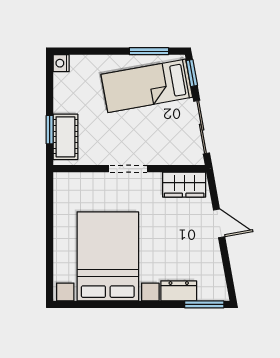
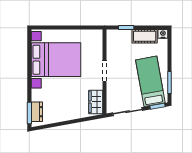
cot: (65, 137) -> (145, 36), moved
door: (219, 223) -> (74, 121), removed
dresser: (179, 291) -> (37, 112), moved

